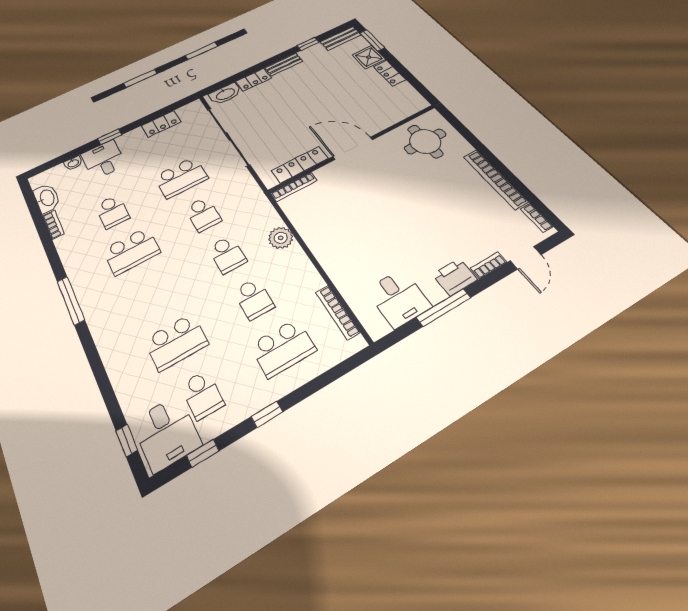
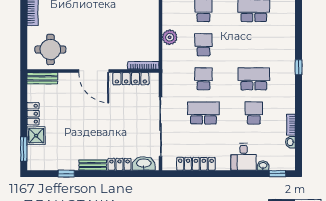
bench: (341, 38) -> (42, 78), moved
locker: (161, 124) -> (196, 164), width x1.53
window: (110, 137) -> (277, 174), moved
washbasin: (47, 198) -> (291, 142), width x0.52, depth x0.69
window: (71, 300) -> (299, 67), width x0.46

